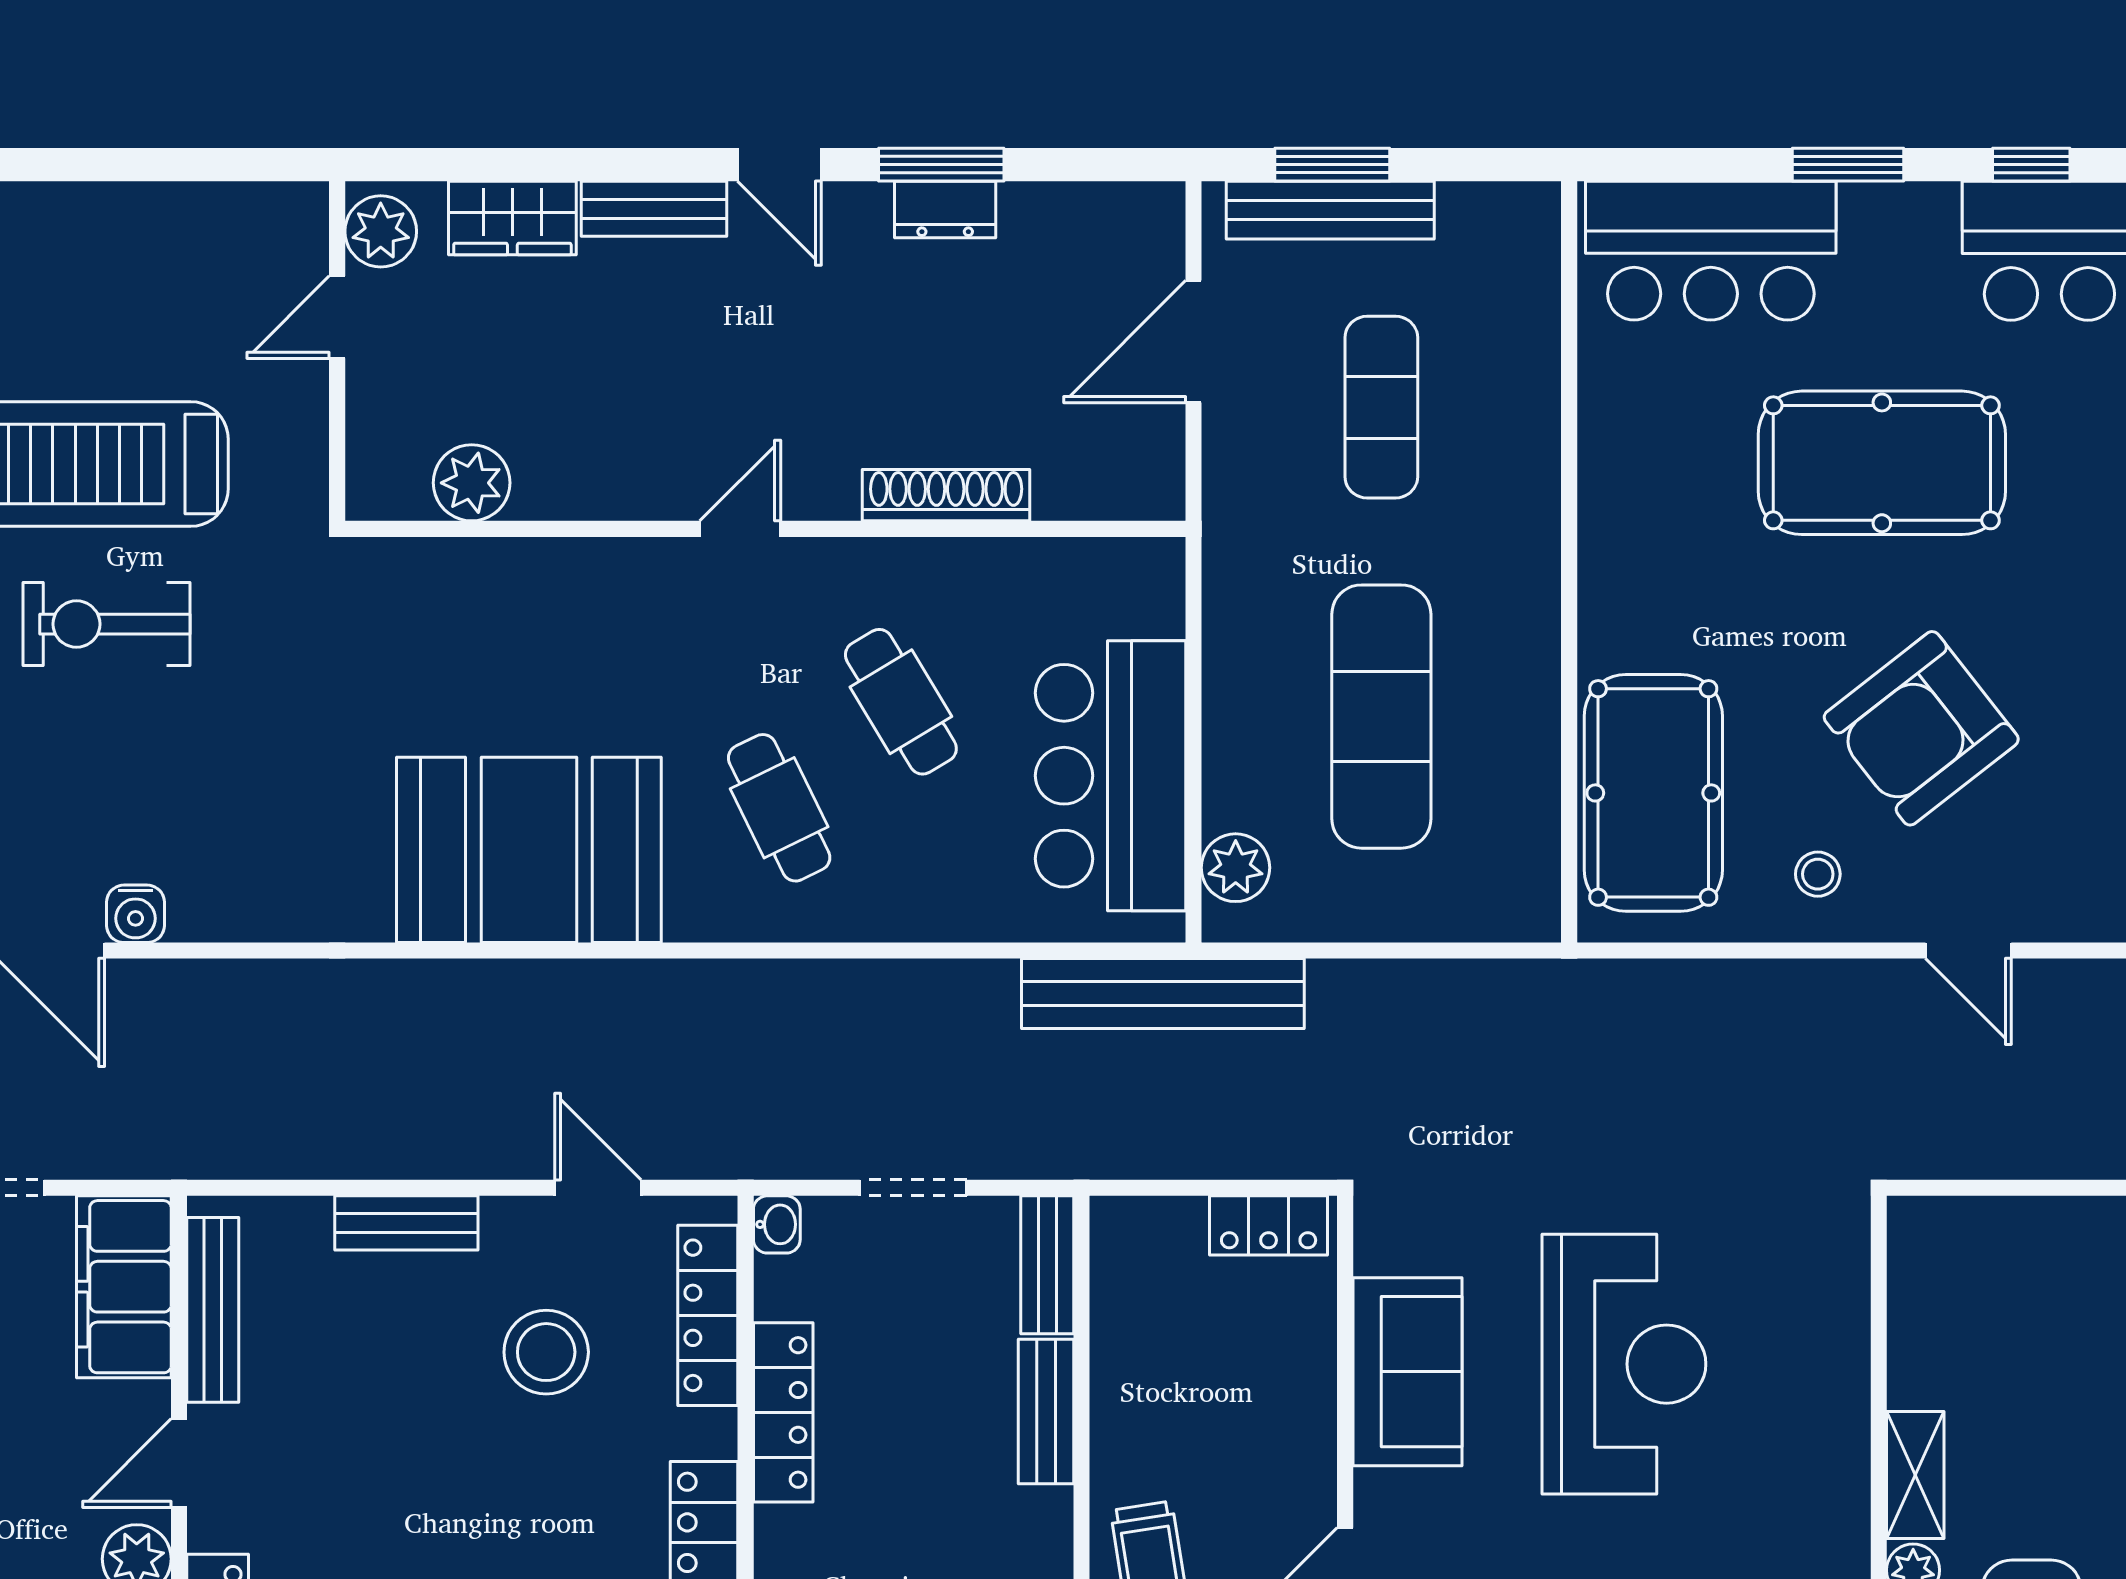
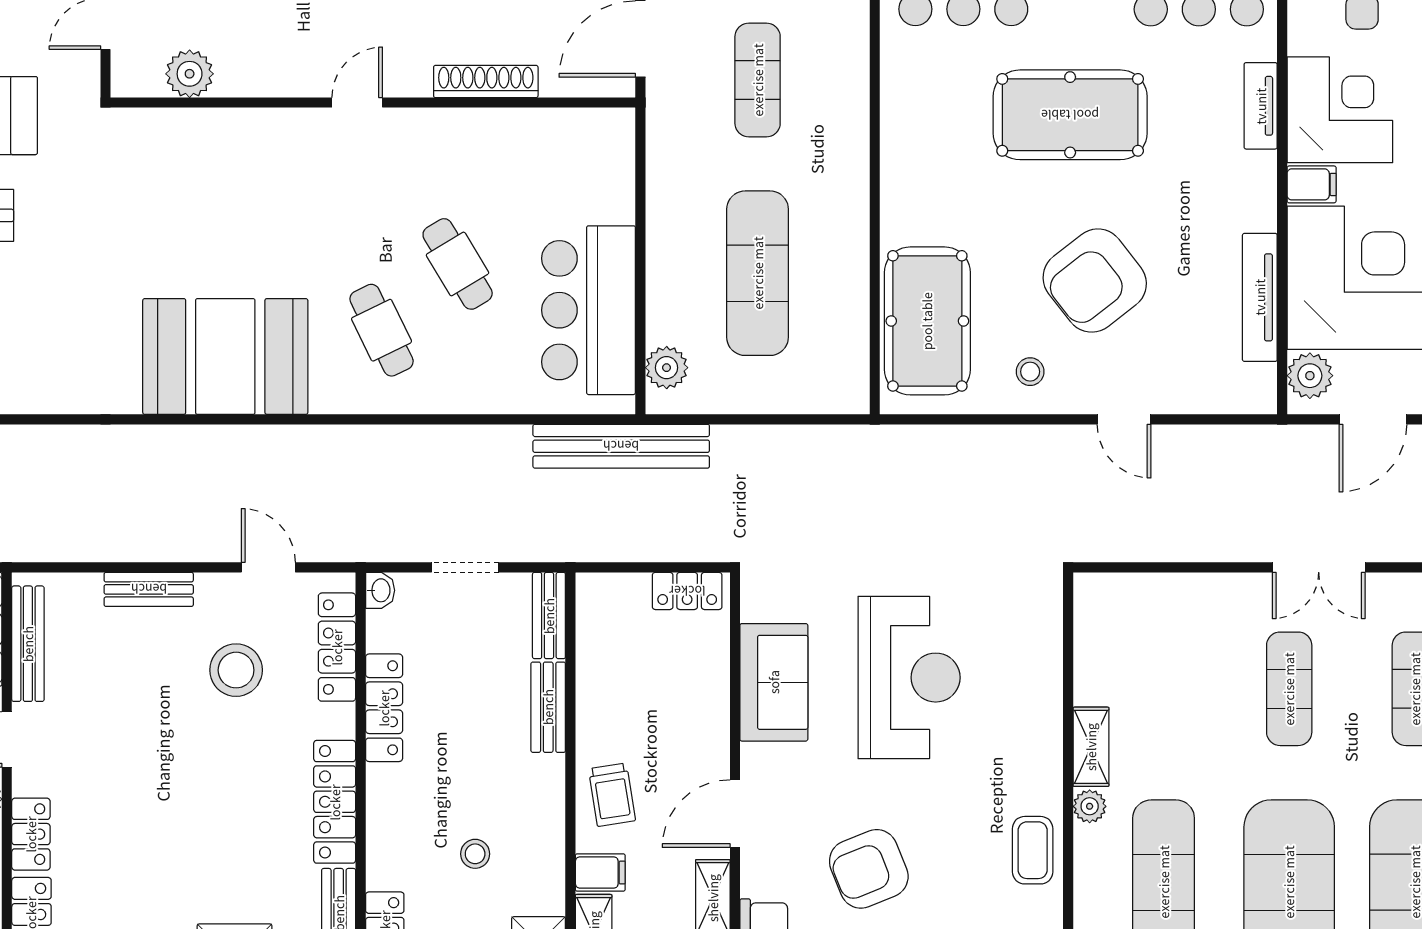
plant: (472, 483) -> (190, 74), moved
shoe rack: (946, 495) -> (486, 81), moved
door: (740, 529) -> (357, 103), moved
wall: (765, 529) -> (373, 103), moved

